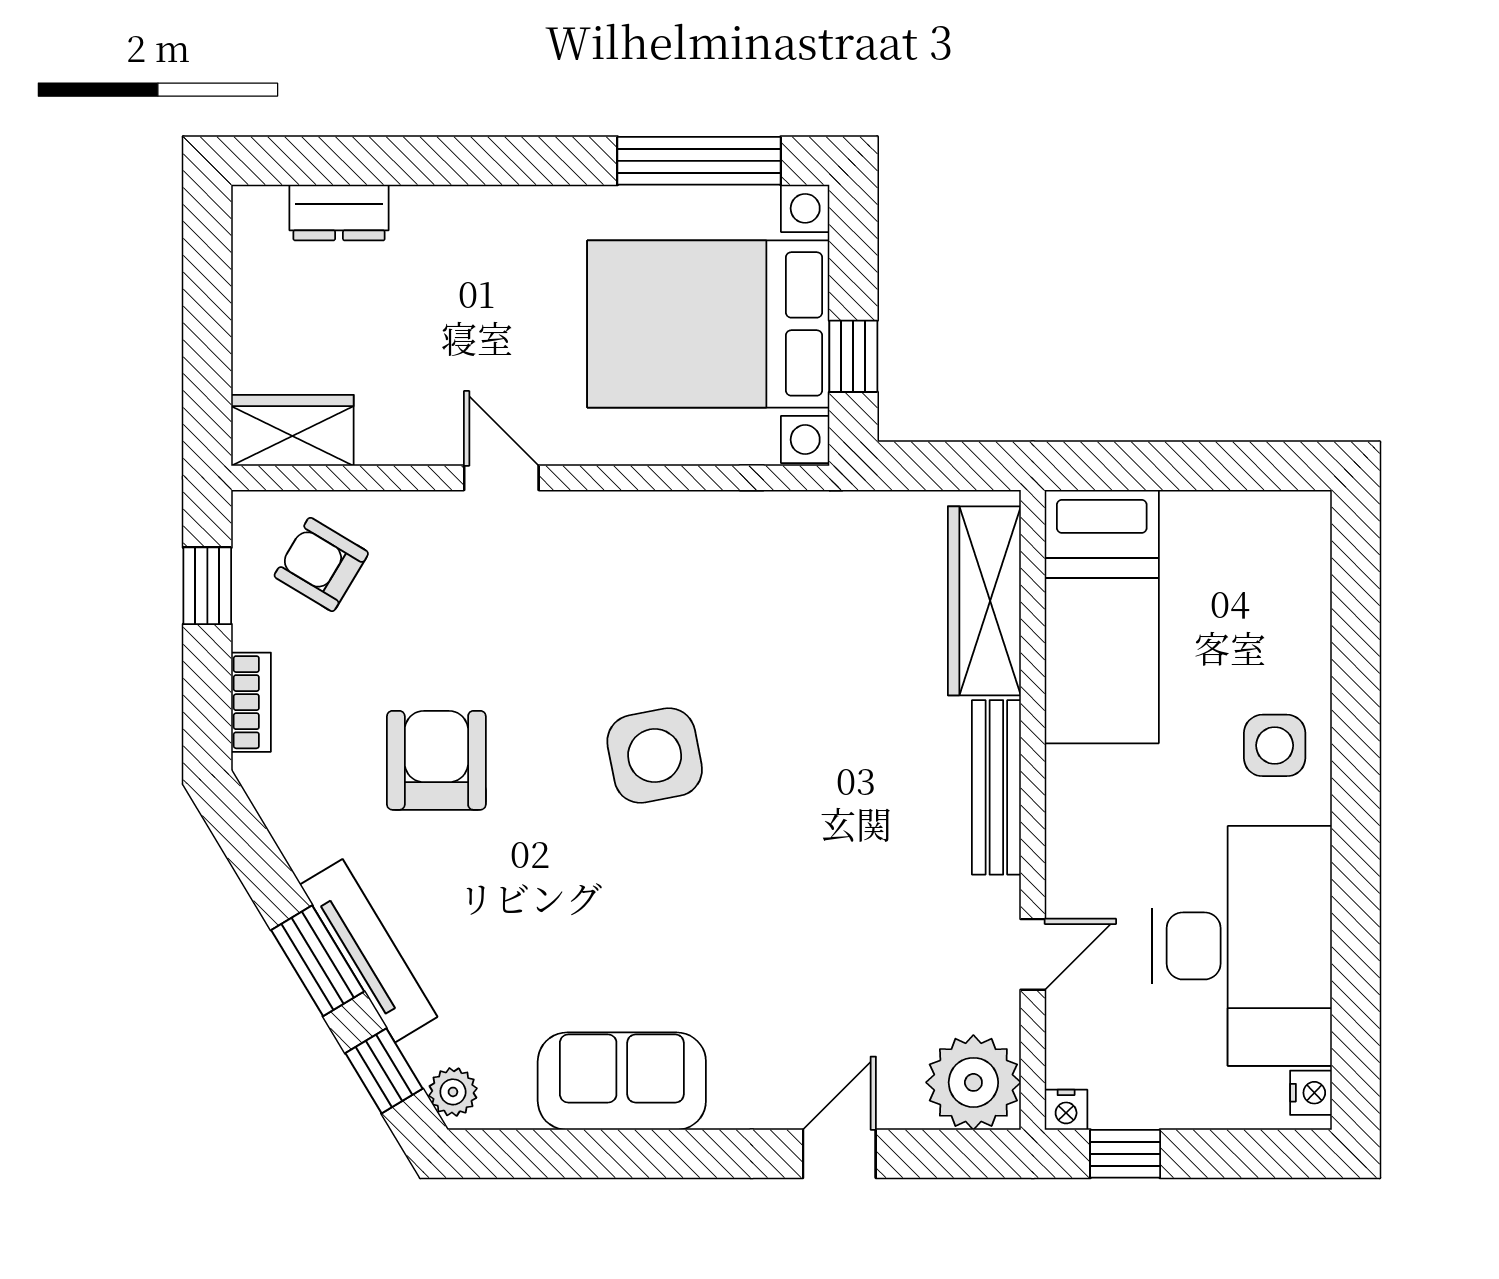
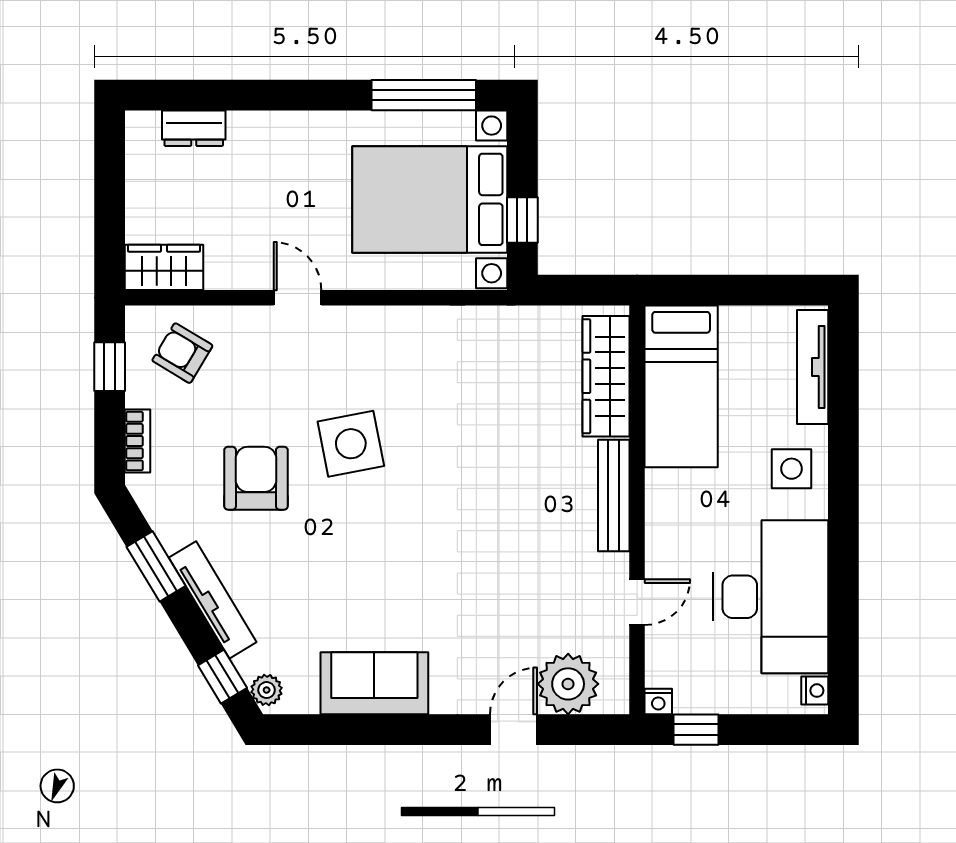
tv unit: (1308, 586) -> (813, 367), added
side table: (655, 756) -> (351, 444), moved
window: (318, 961) -> (156, 566), moved
plant: (973, 1082) -> (568, 684), moved

